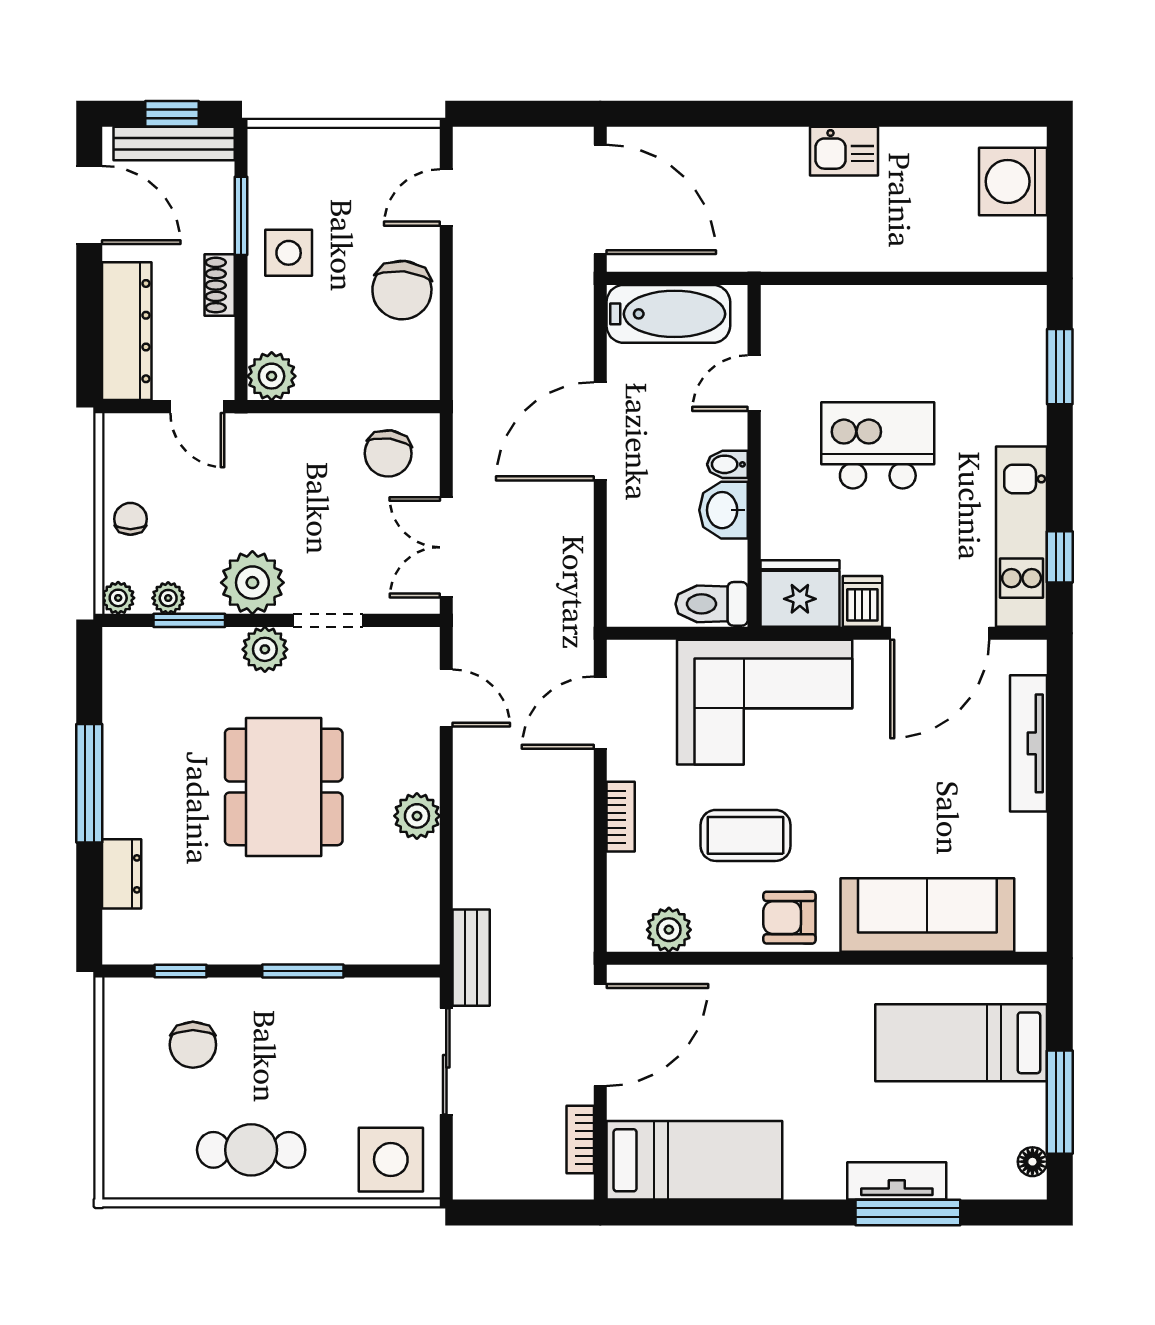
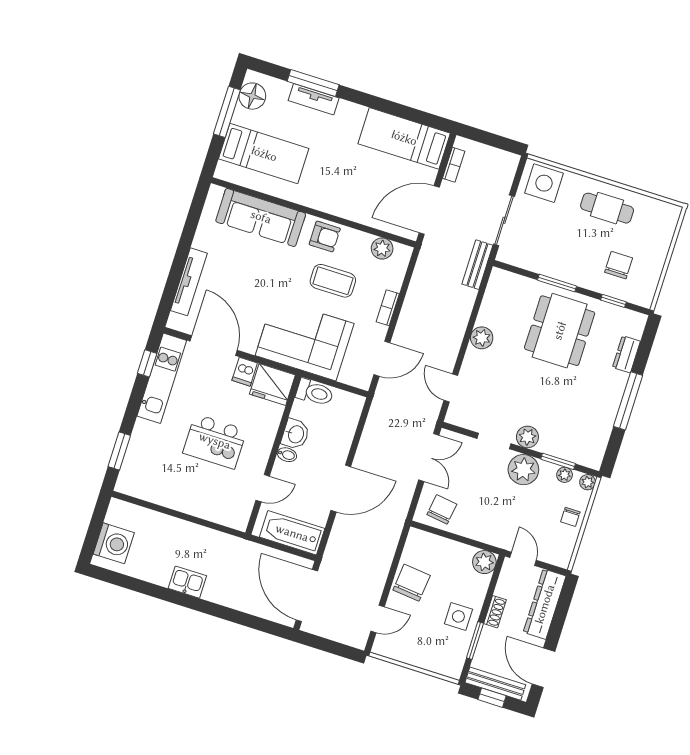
door: (940, 633) -> (214, 346), hinge flipped
dining table: (284, 787) -> (560, 331), moved
floor lamp: (1032, 1162) -> (252, 96), width x1.89, depth x1.89

